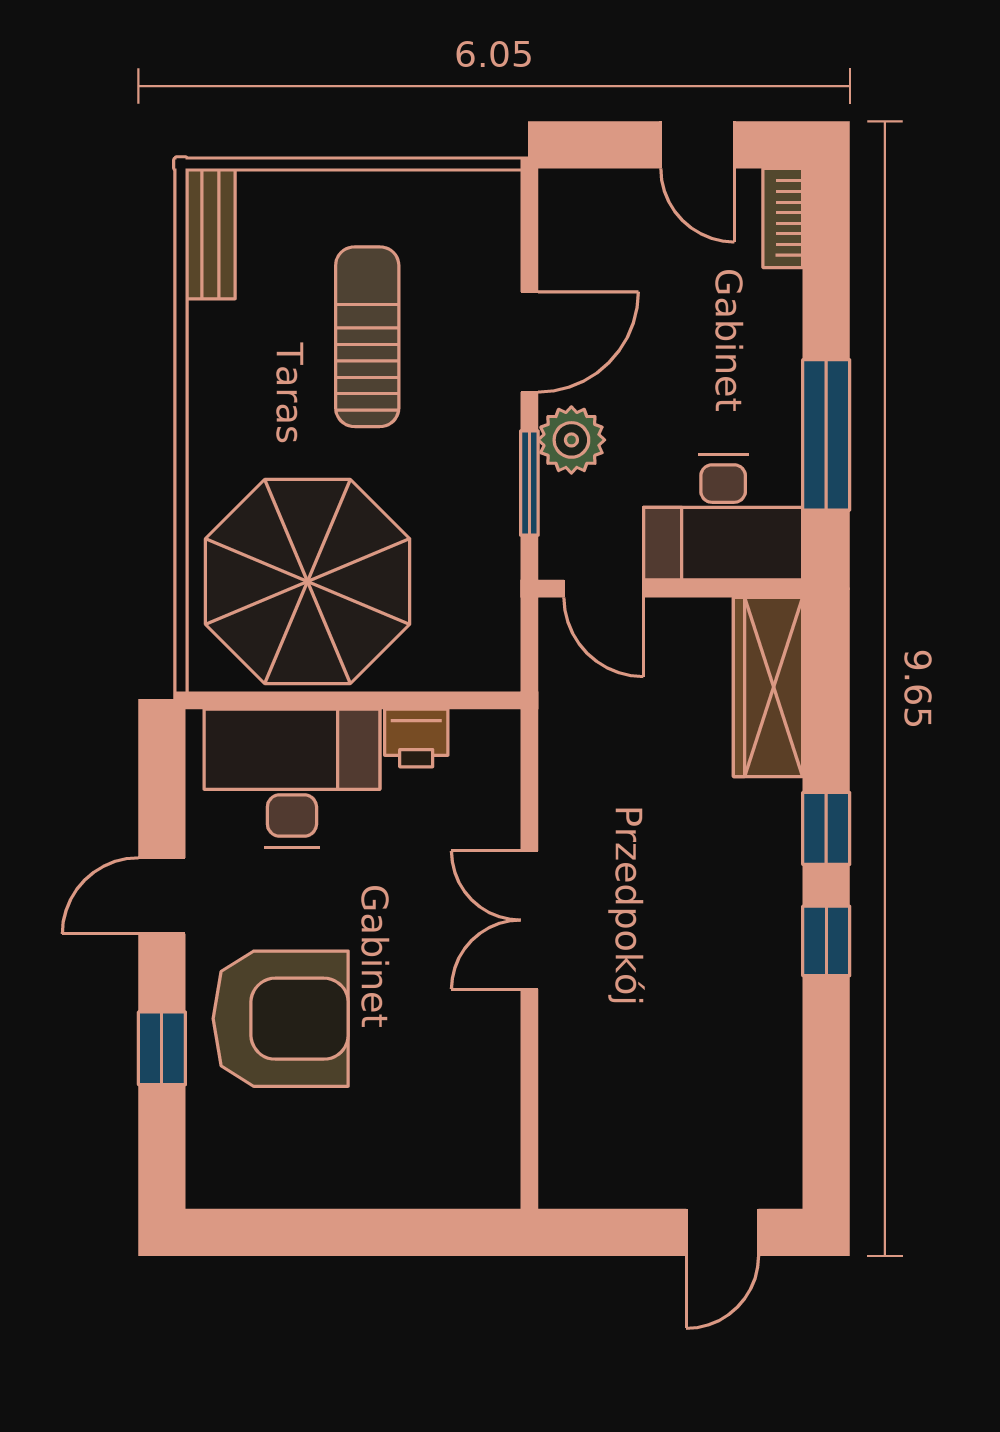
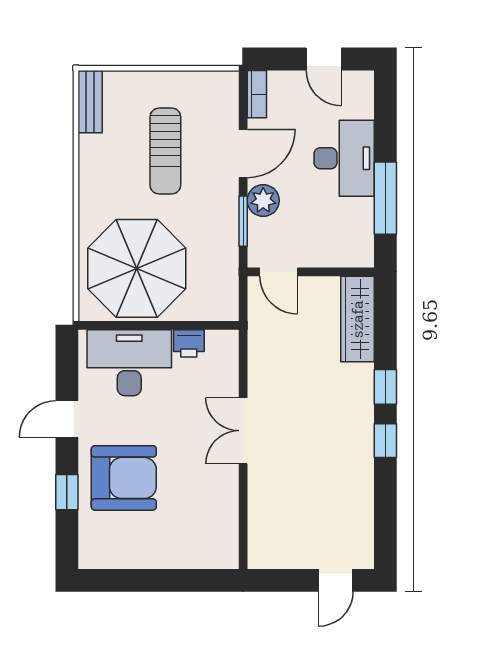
bookcase: (783, 218) -> (257, 94), moved, turned 180
sun lounger: (367, 337) -> (165, 151), turned 180
desk: (723, 517) -> (344, 158), moved, turned -90

